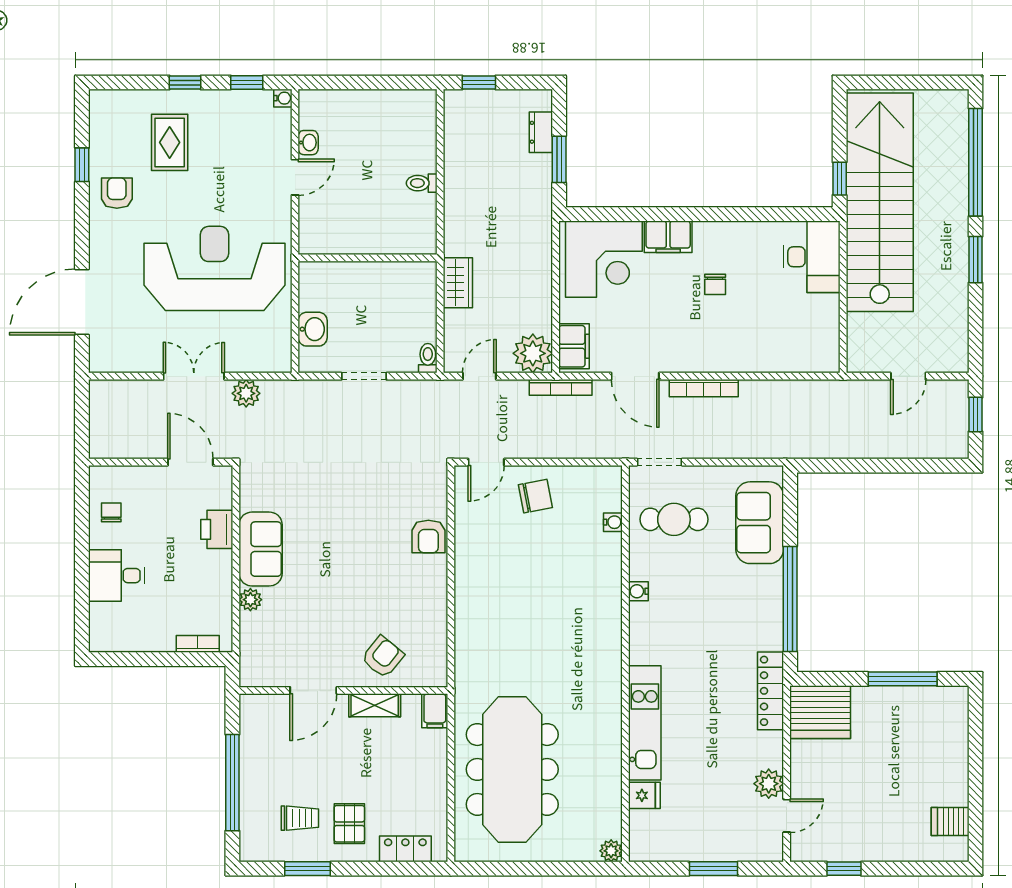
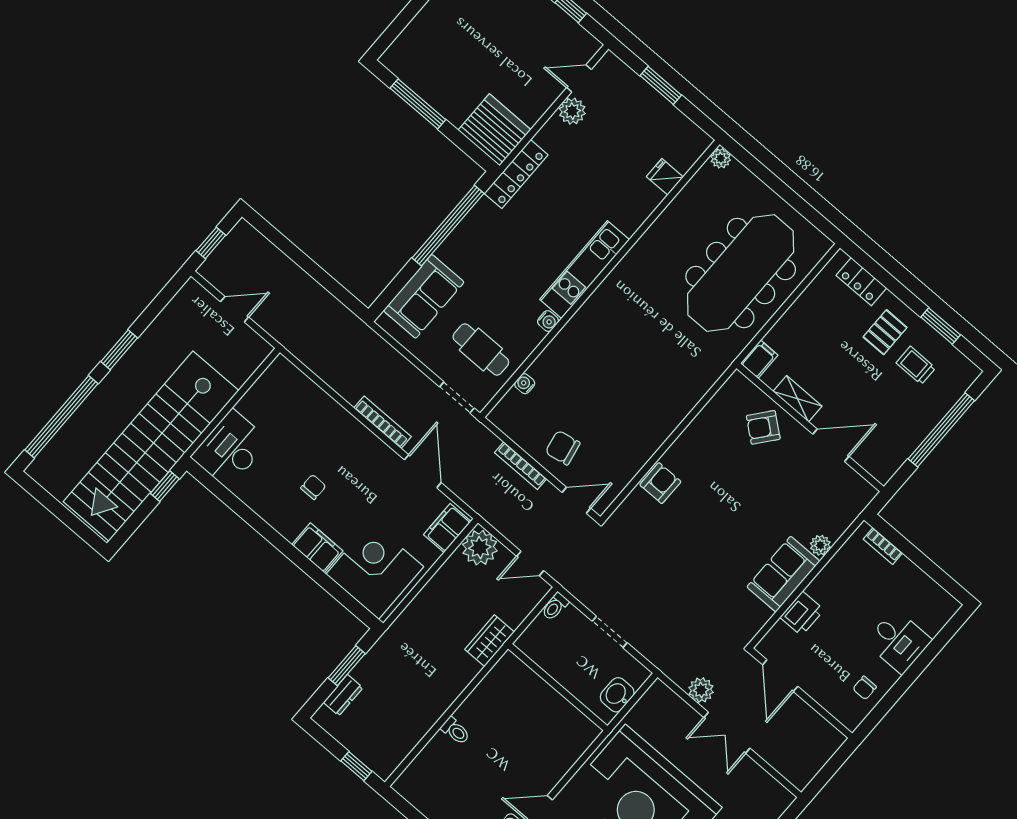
wall: (368, 258) -> (558, 687), moved
bookcase: (561, 387) -> (521, 466), moved, turned 180
kitchen unit: (645, 723) -> (585, 270), moved

